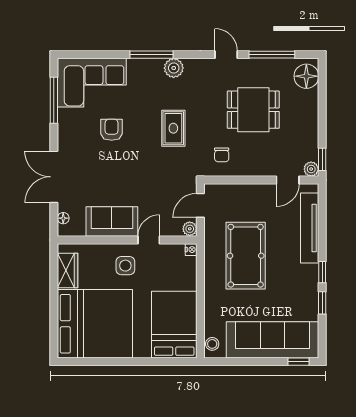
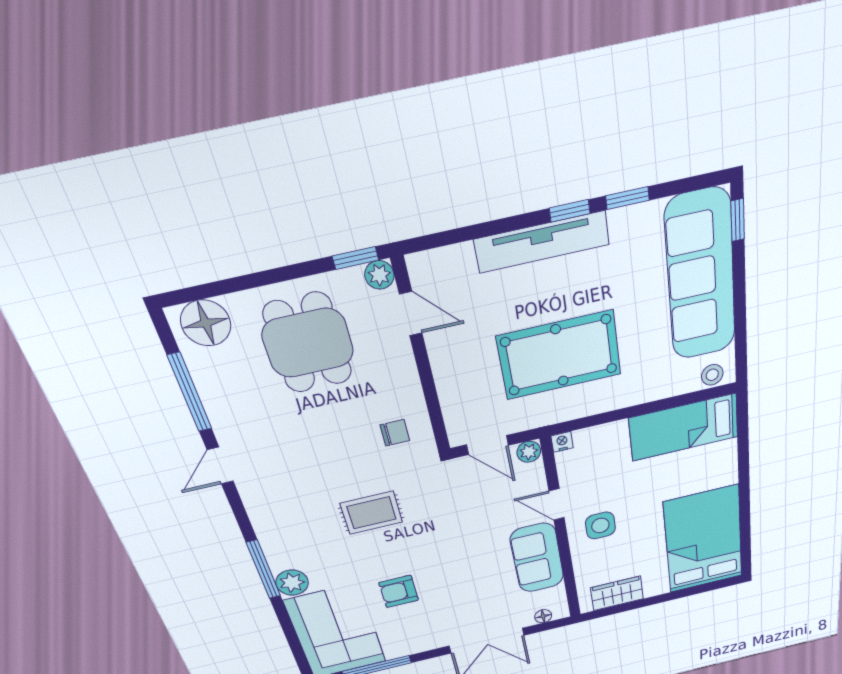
plant: (174, 68) -> (292, 583), moved
dining table: (253, 110) -> (308, 343), moved
tv unit: (310, 228) -> (542, 242), moved
bed: (95, 324) -> (704, 540), width x0.73
bed: (174, 325) -> (684, 427), width x0.67

